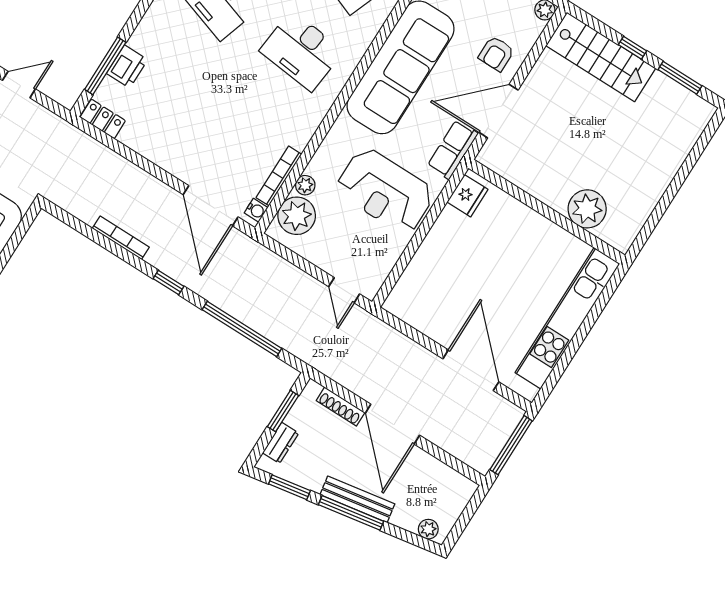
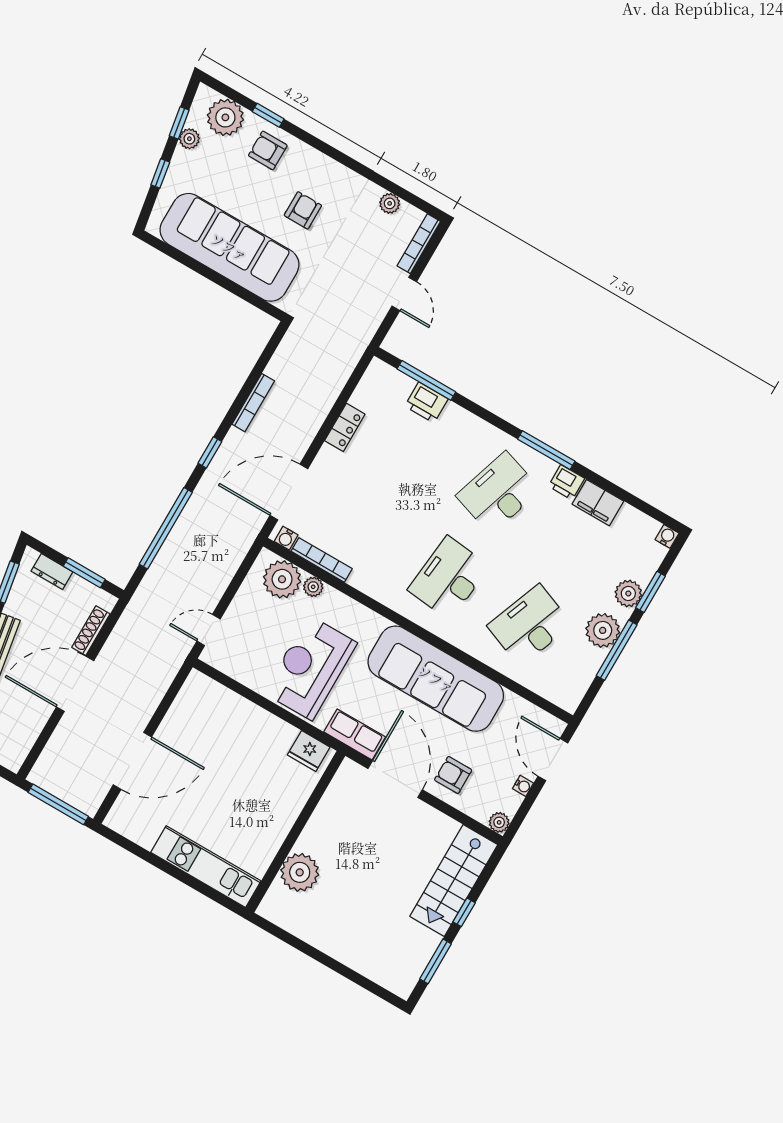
locker: (103, 119) -> (345, 427), moved
kitchen unit: (567, 318) -> (206, 867), width x0.73

